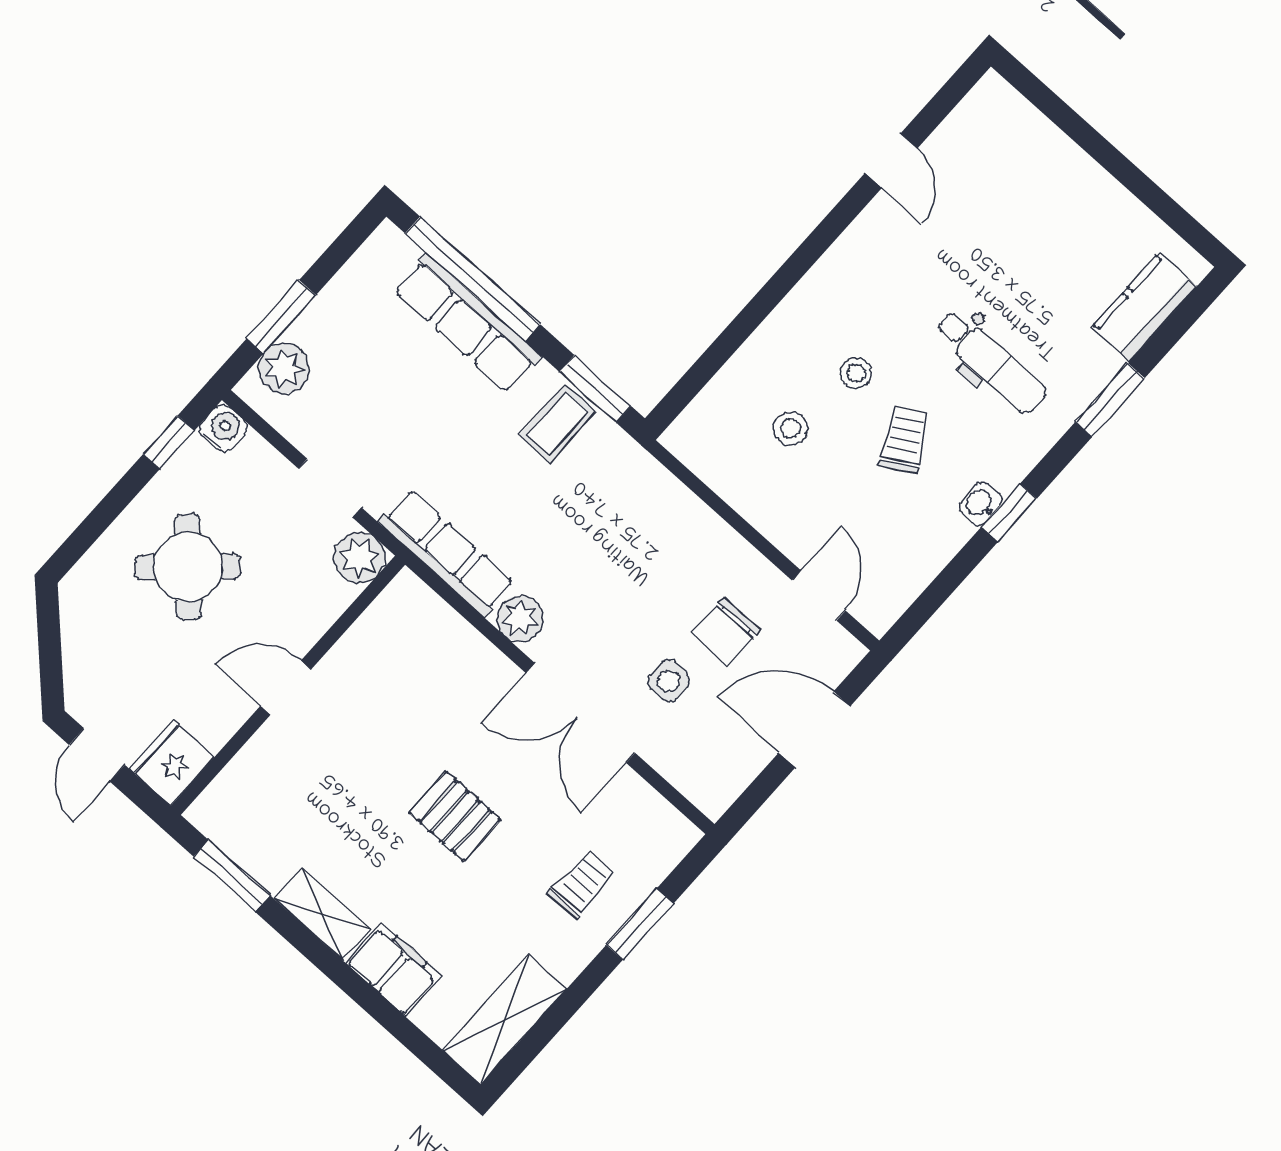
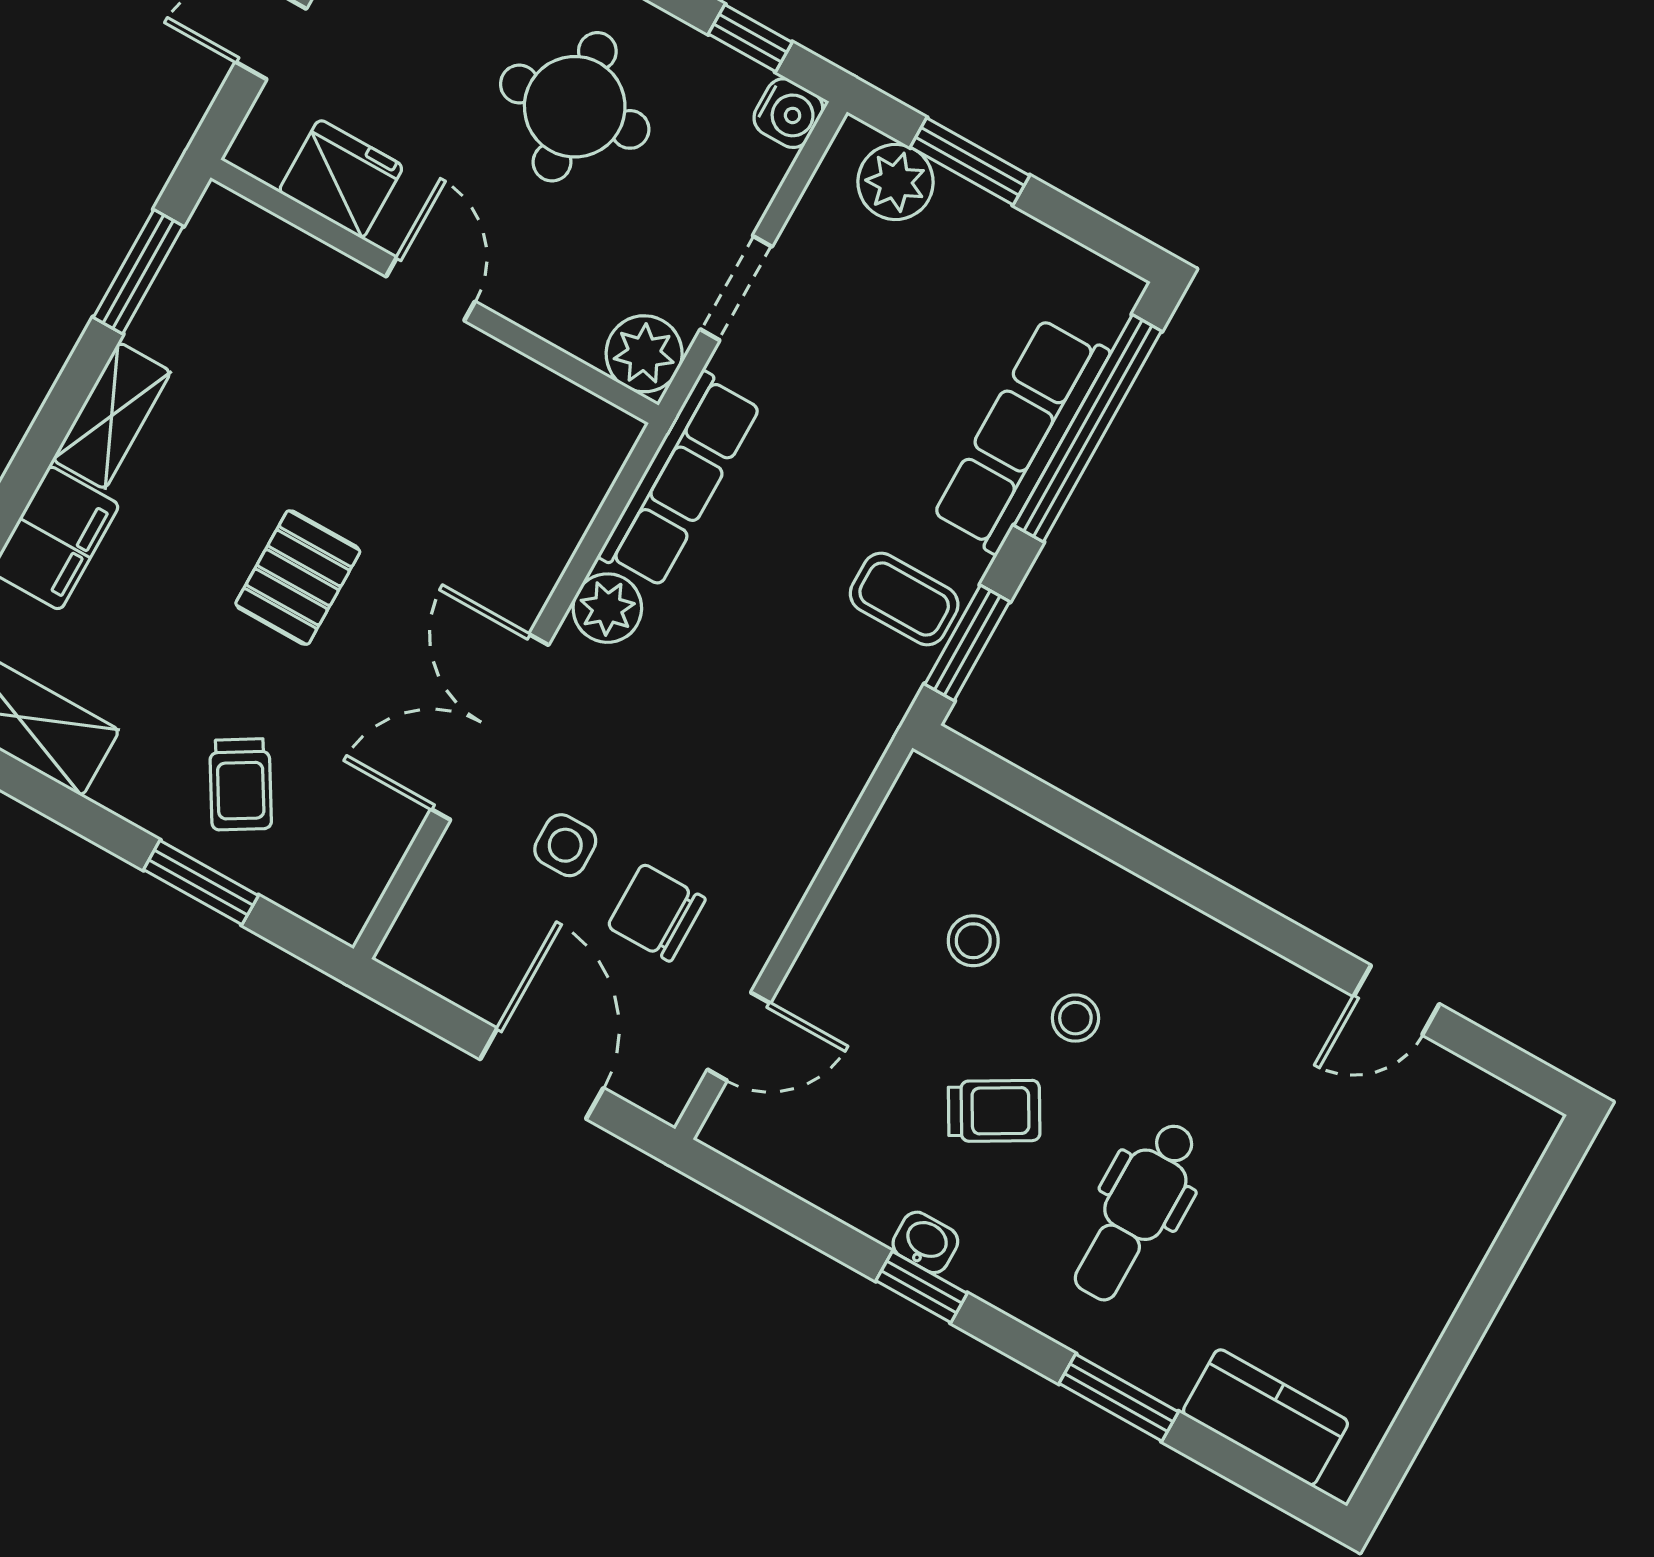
round table: (188, 567) -> (575, 107), turned 36
fridge: (172, 763) -> (341, 179), moved
trolley: (582, 884) -> (241, 784), turned 59

